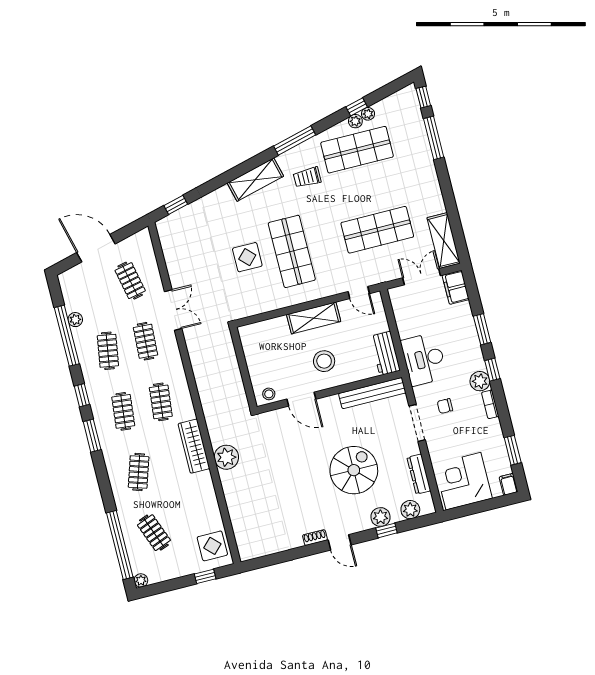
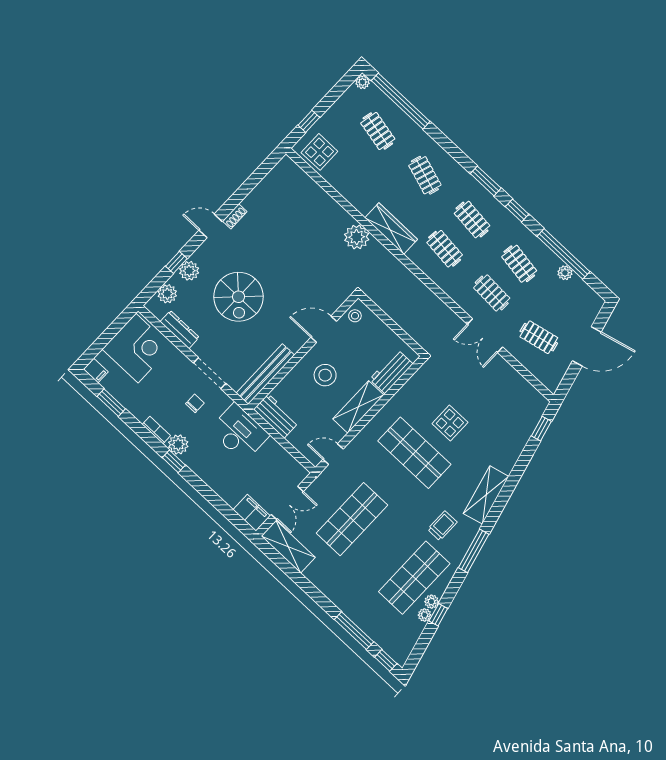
window: (482, 329) -> (205, 491), removed
workbench: (268, 330) -> (391, 372), added
clothes rail: (154, 533) -> (378, 131), turned 33

